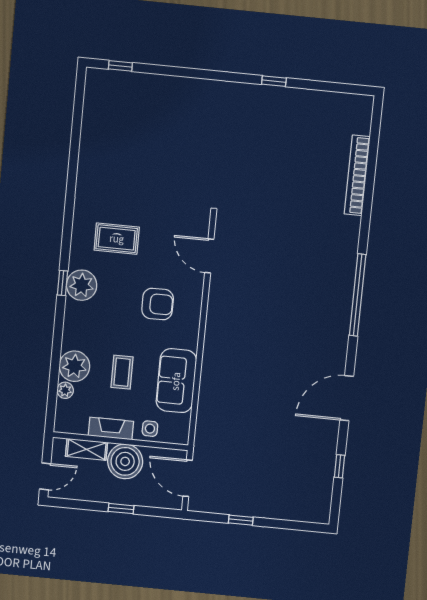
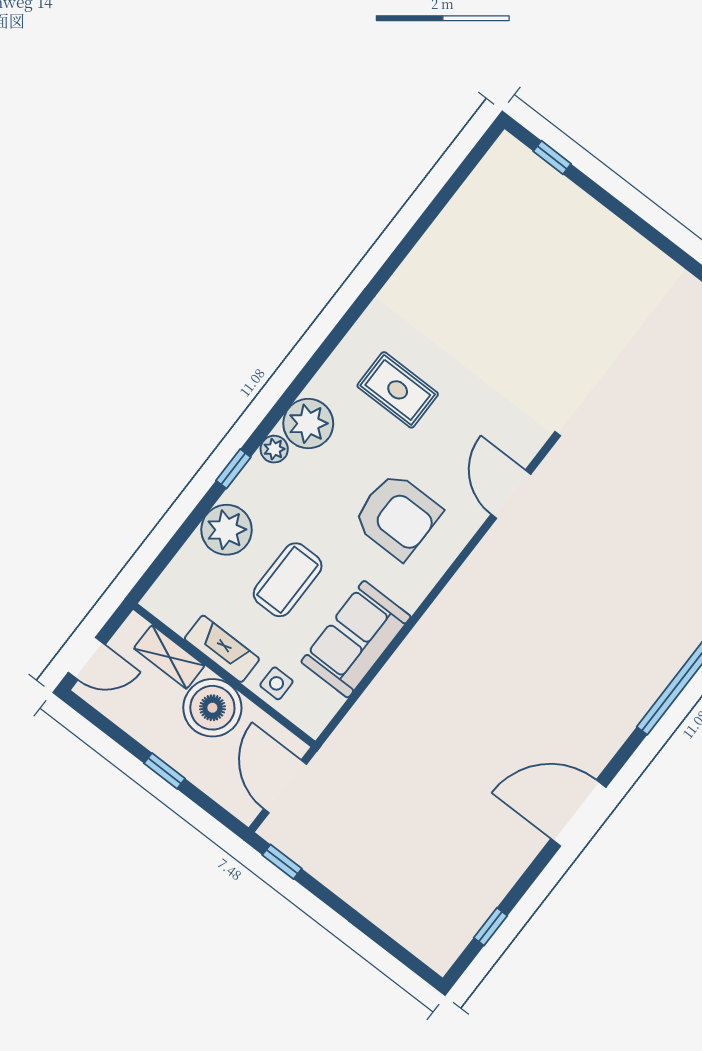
window: (62, 283) -> (233, 469), moved
armchair: (158, 304) -> (397, 516), width x1.36, depth x1.36
coffee table: (122, 372) -> (288, 580), width x1.36, depth x1.30
plant: (65, 390) -> (274, 449), moved
window: (339, 466) -> (491, 927), moved
window: (241, 520) -> (282, 862), moved

